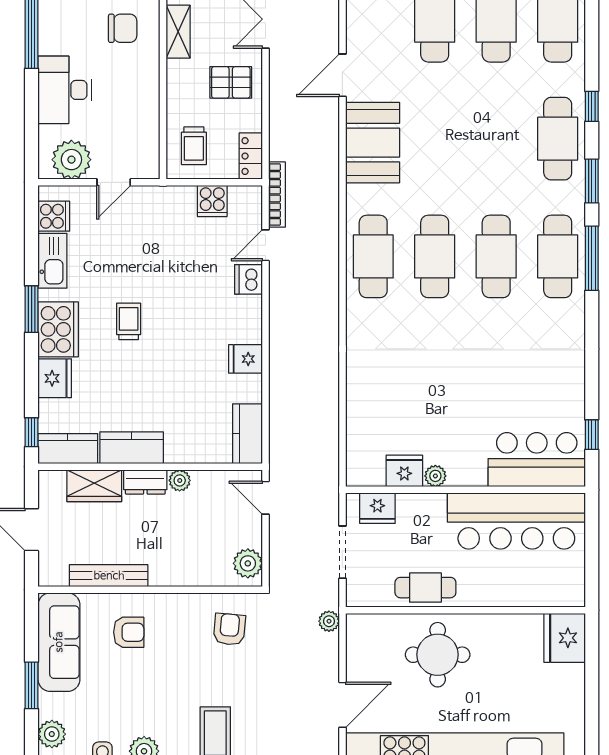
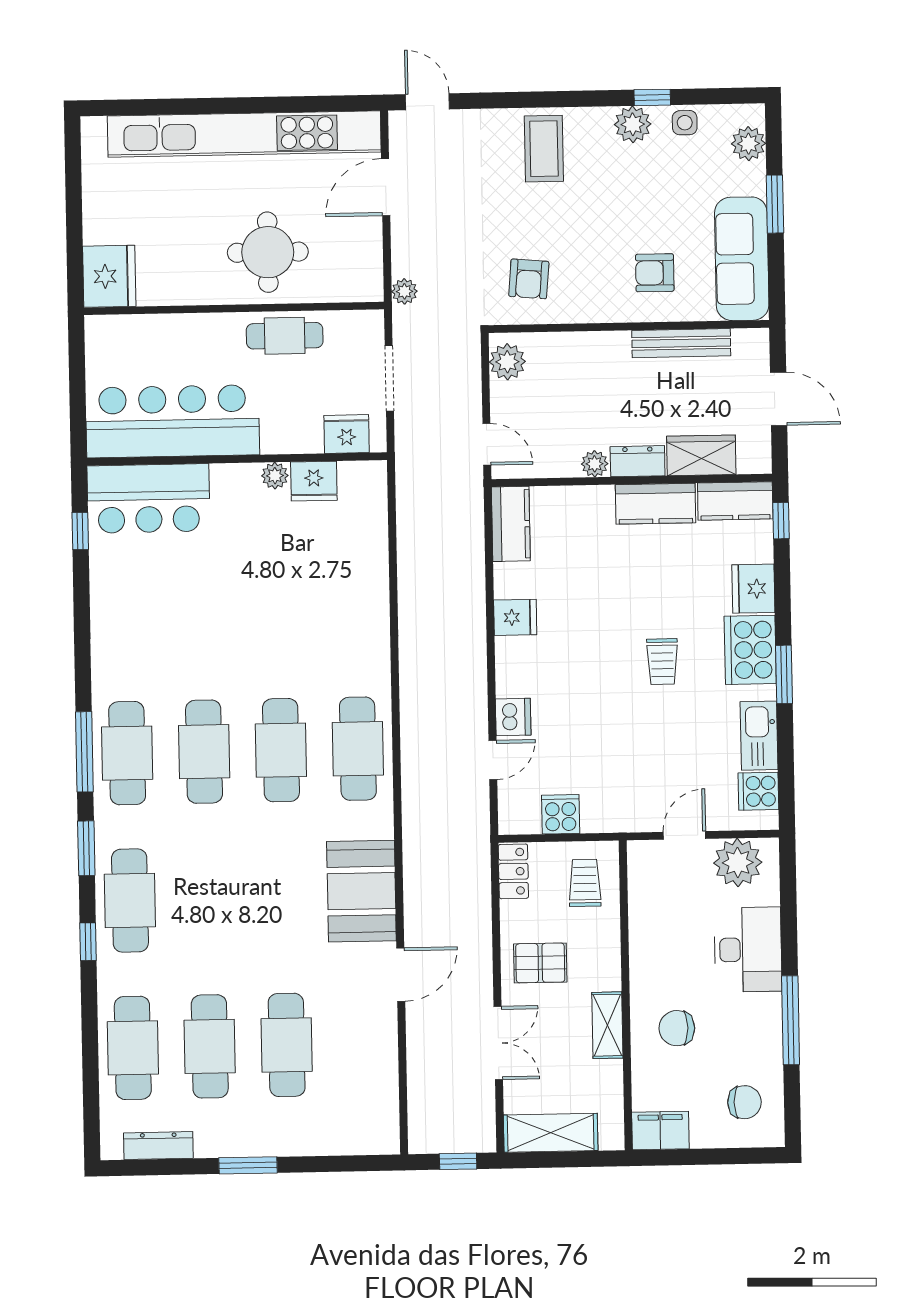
bookcase: (277, 195) -> (480, 824), removed

